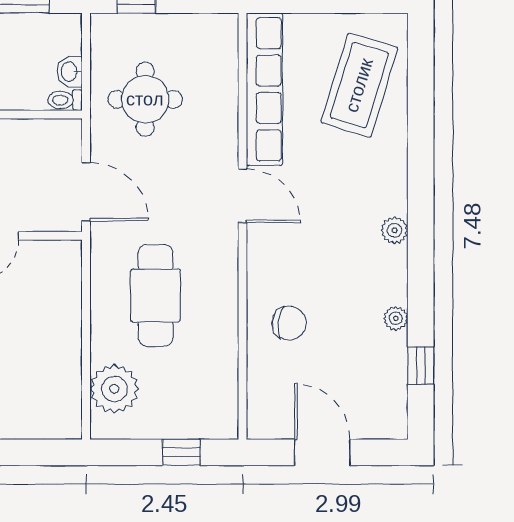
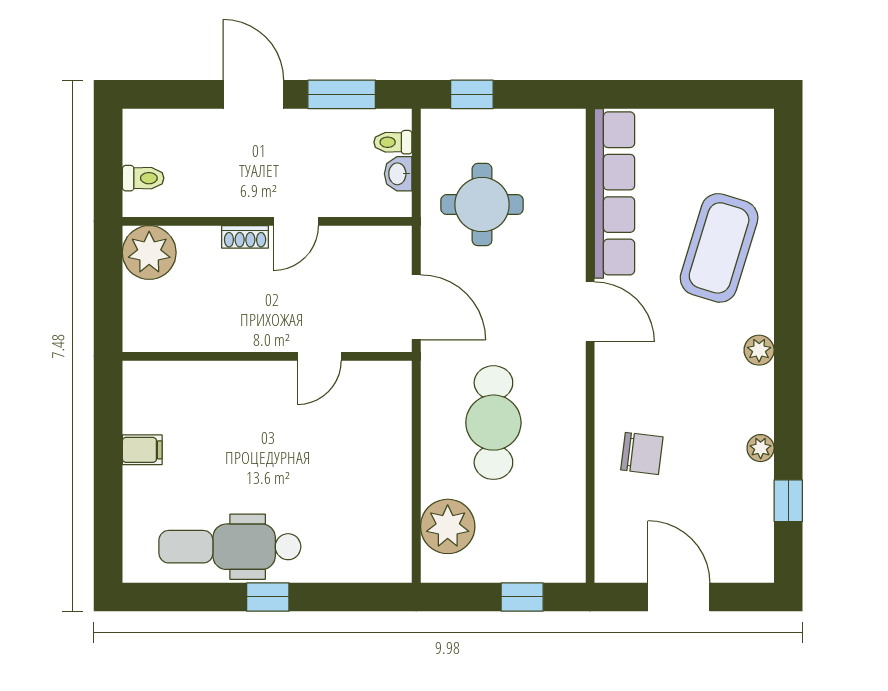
coffee table: (359, 85) -> (719, 248), moved
toilet: (65, 100) -> (393, 142), moved

